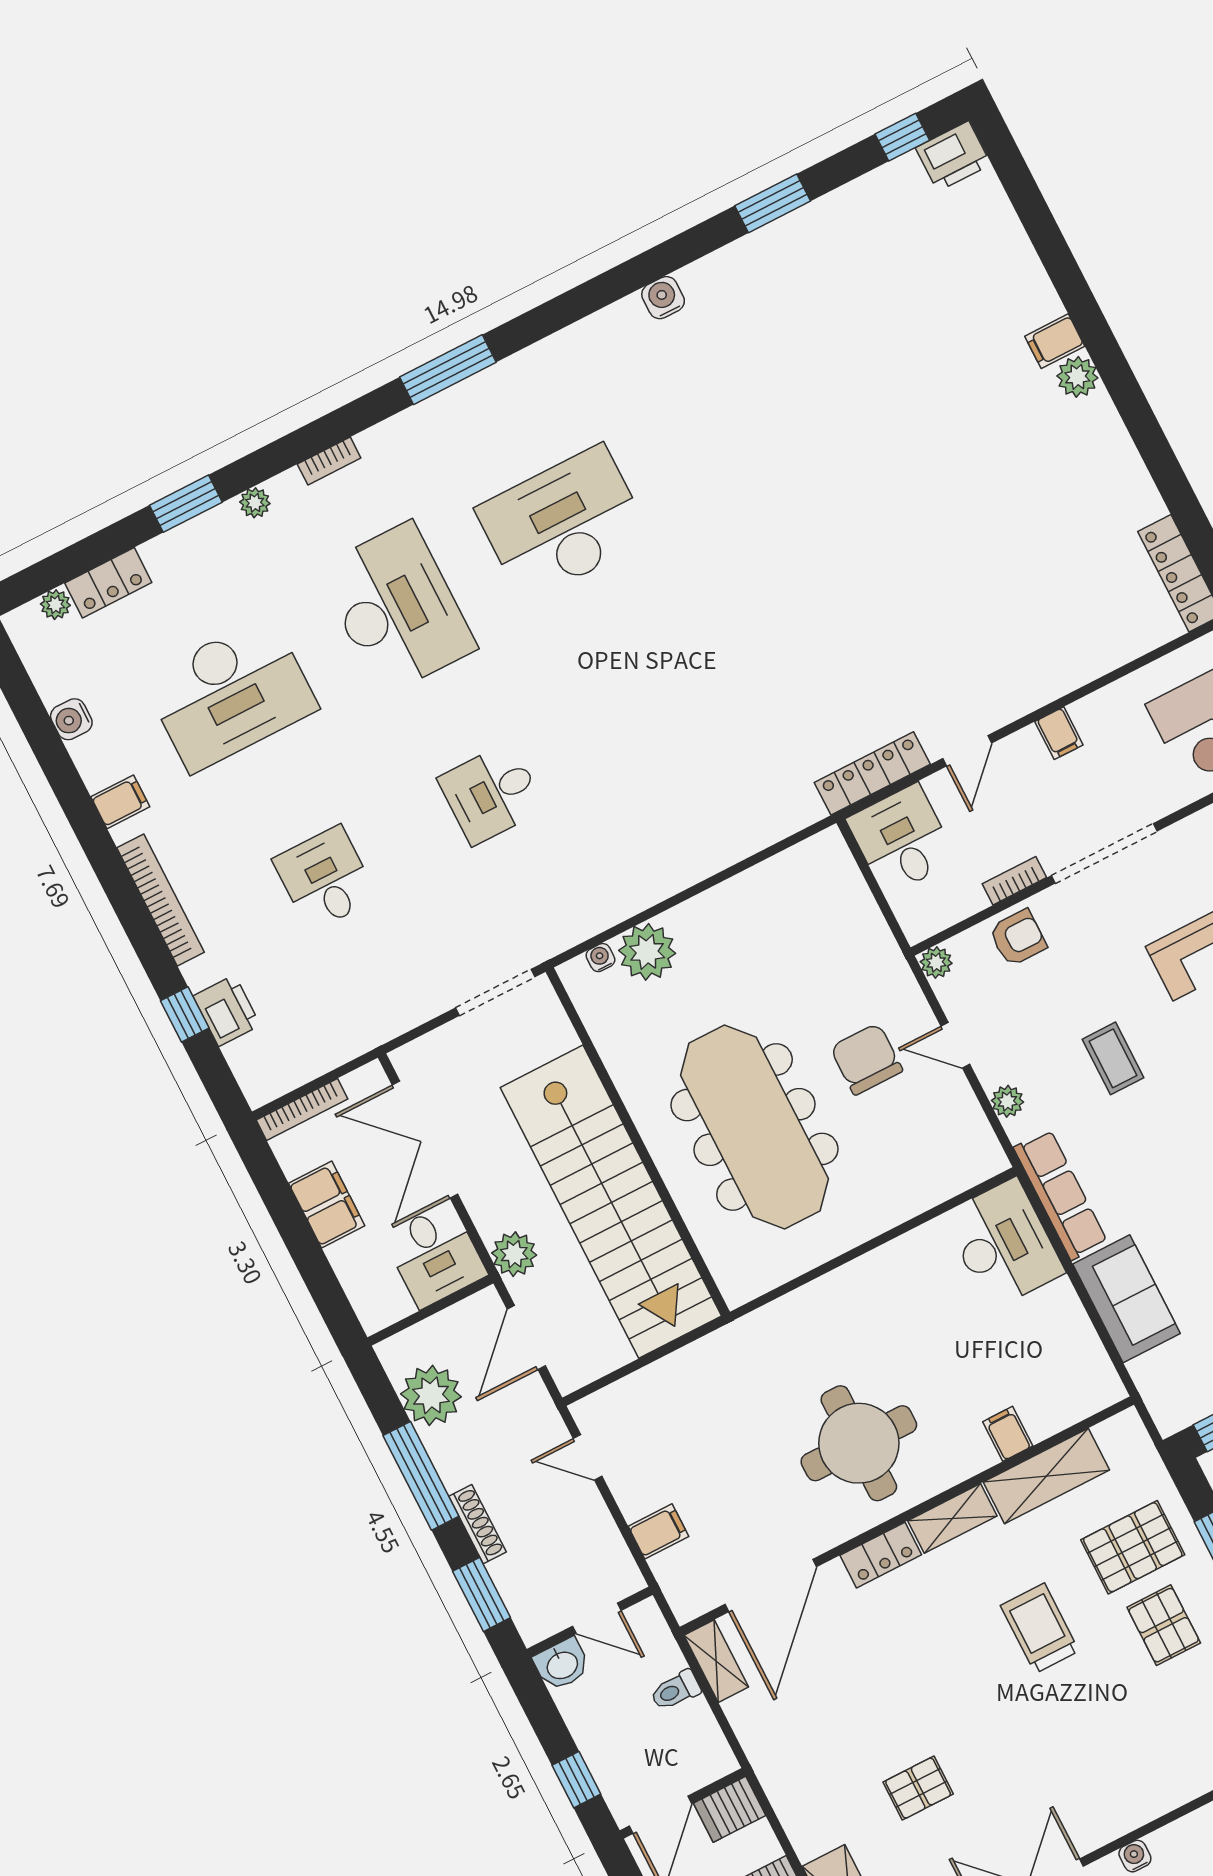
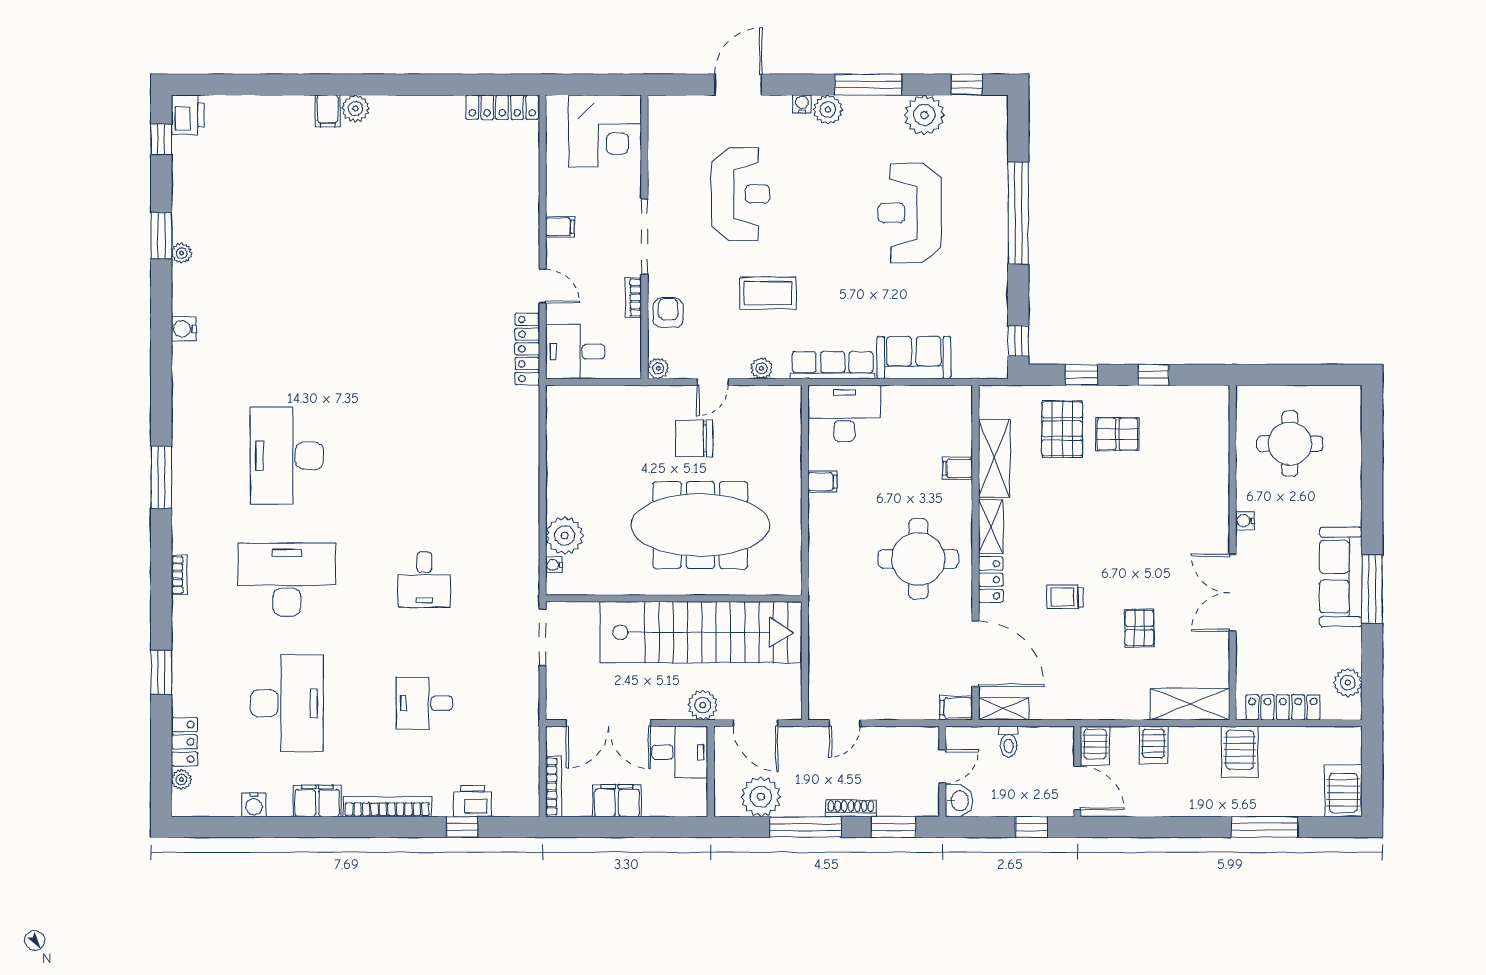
plant: (255, 503) -> (182, 253), moved
filing cabinet: (120, 802) -> (317, 801), width x2.00
coffee table: (1113, 1058) -> (768, 293), width x1.36, depth x1.30
filing cabinet: (897, 1261) -> (822, 482), added
filing cabinet: (658, 1531) -> (956, 708), moved, turned -90
trolley: (1040, 1628) -> (1065, 597), moved, width x0.73, depth x0.72

